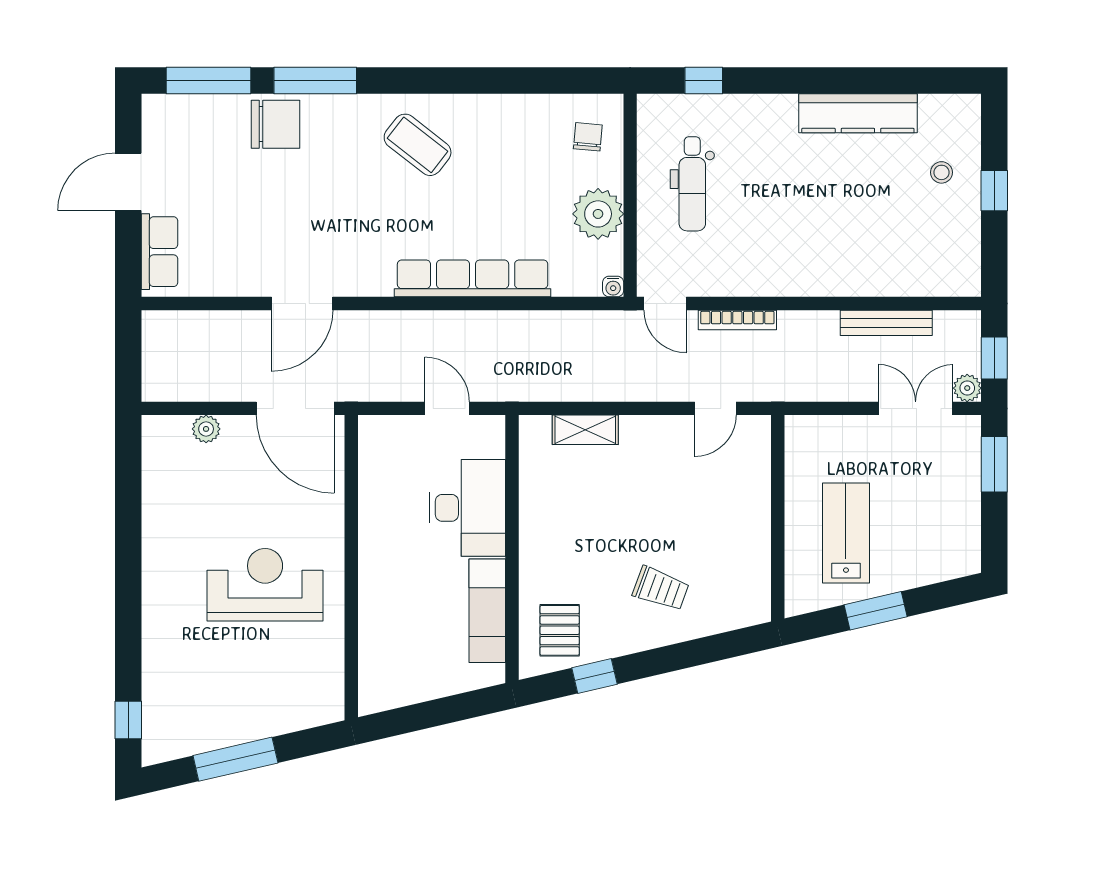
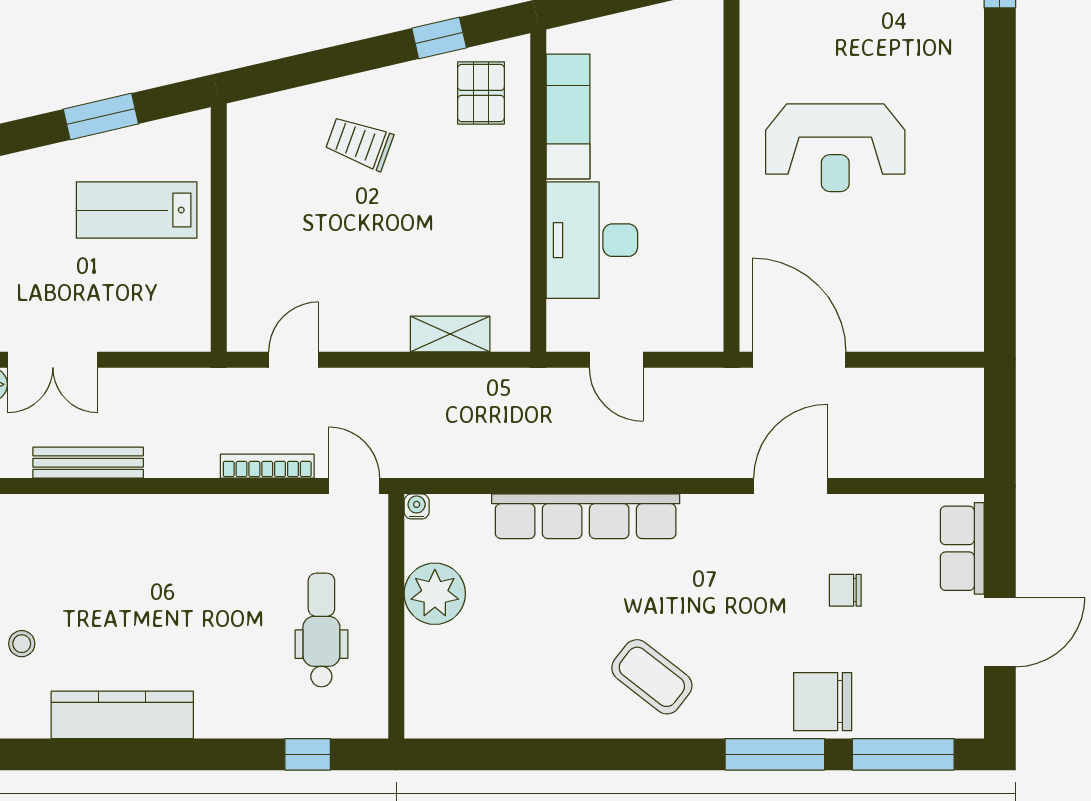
chair: (588, 137) -> (845, 590), moved, turned 85
plant: (206, 429) -> (906, 335), removed
lab bench: (846, 533) -> (137, 210), turned 90

